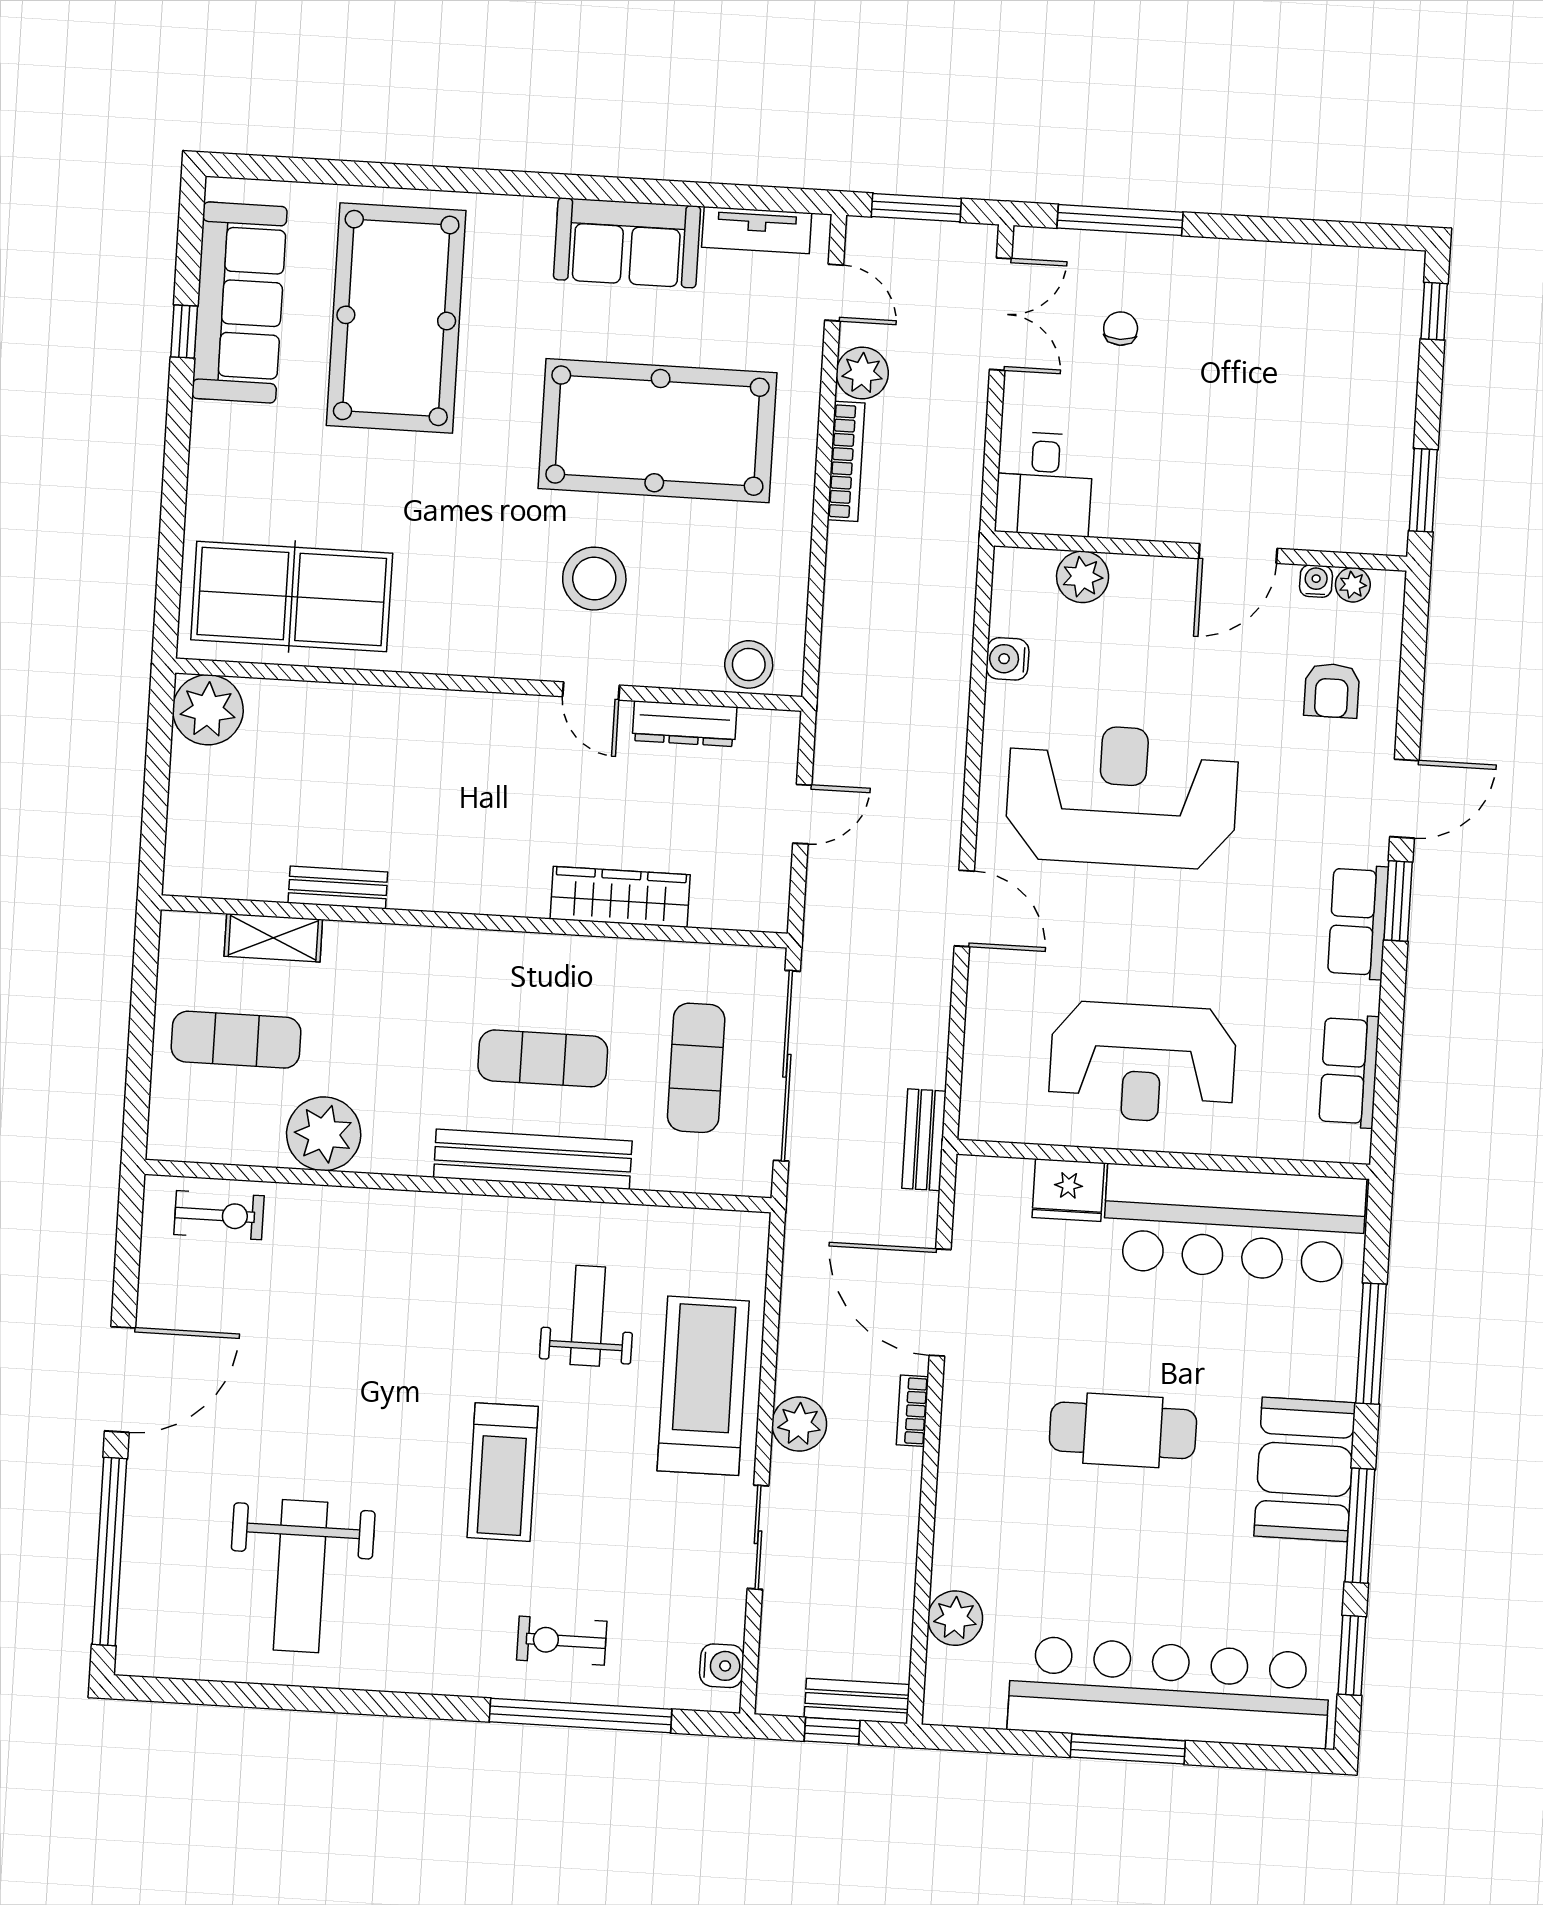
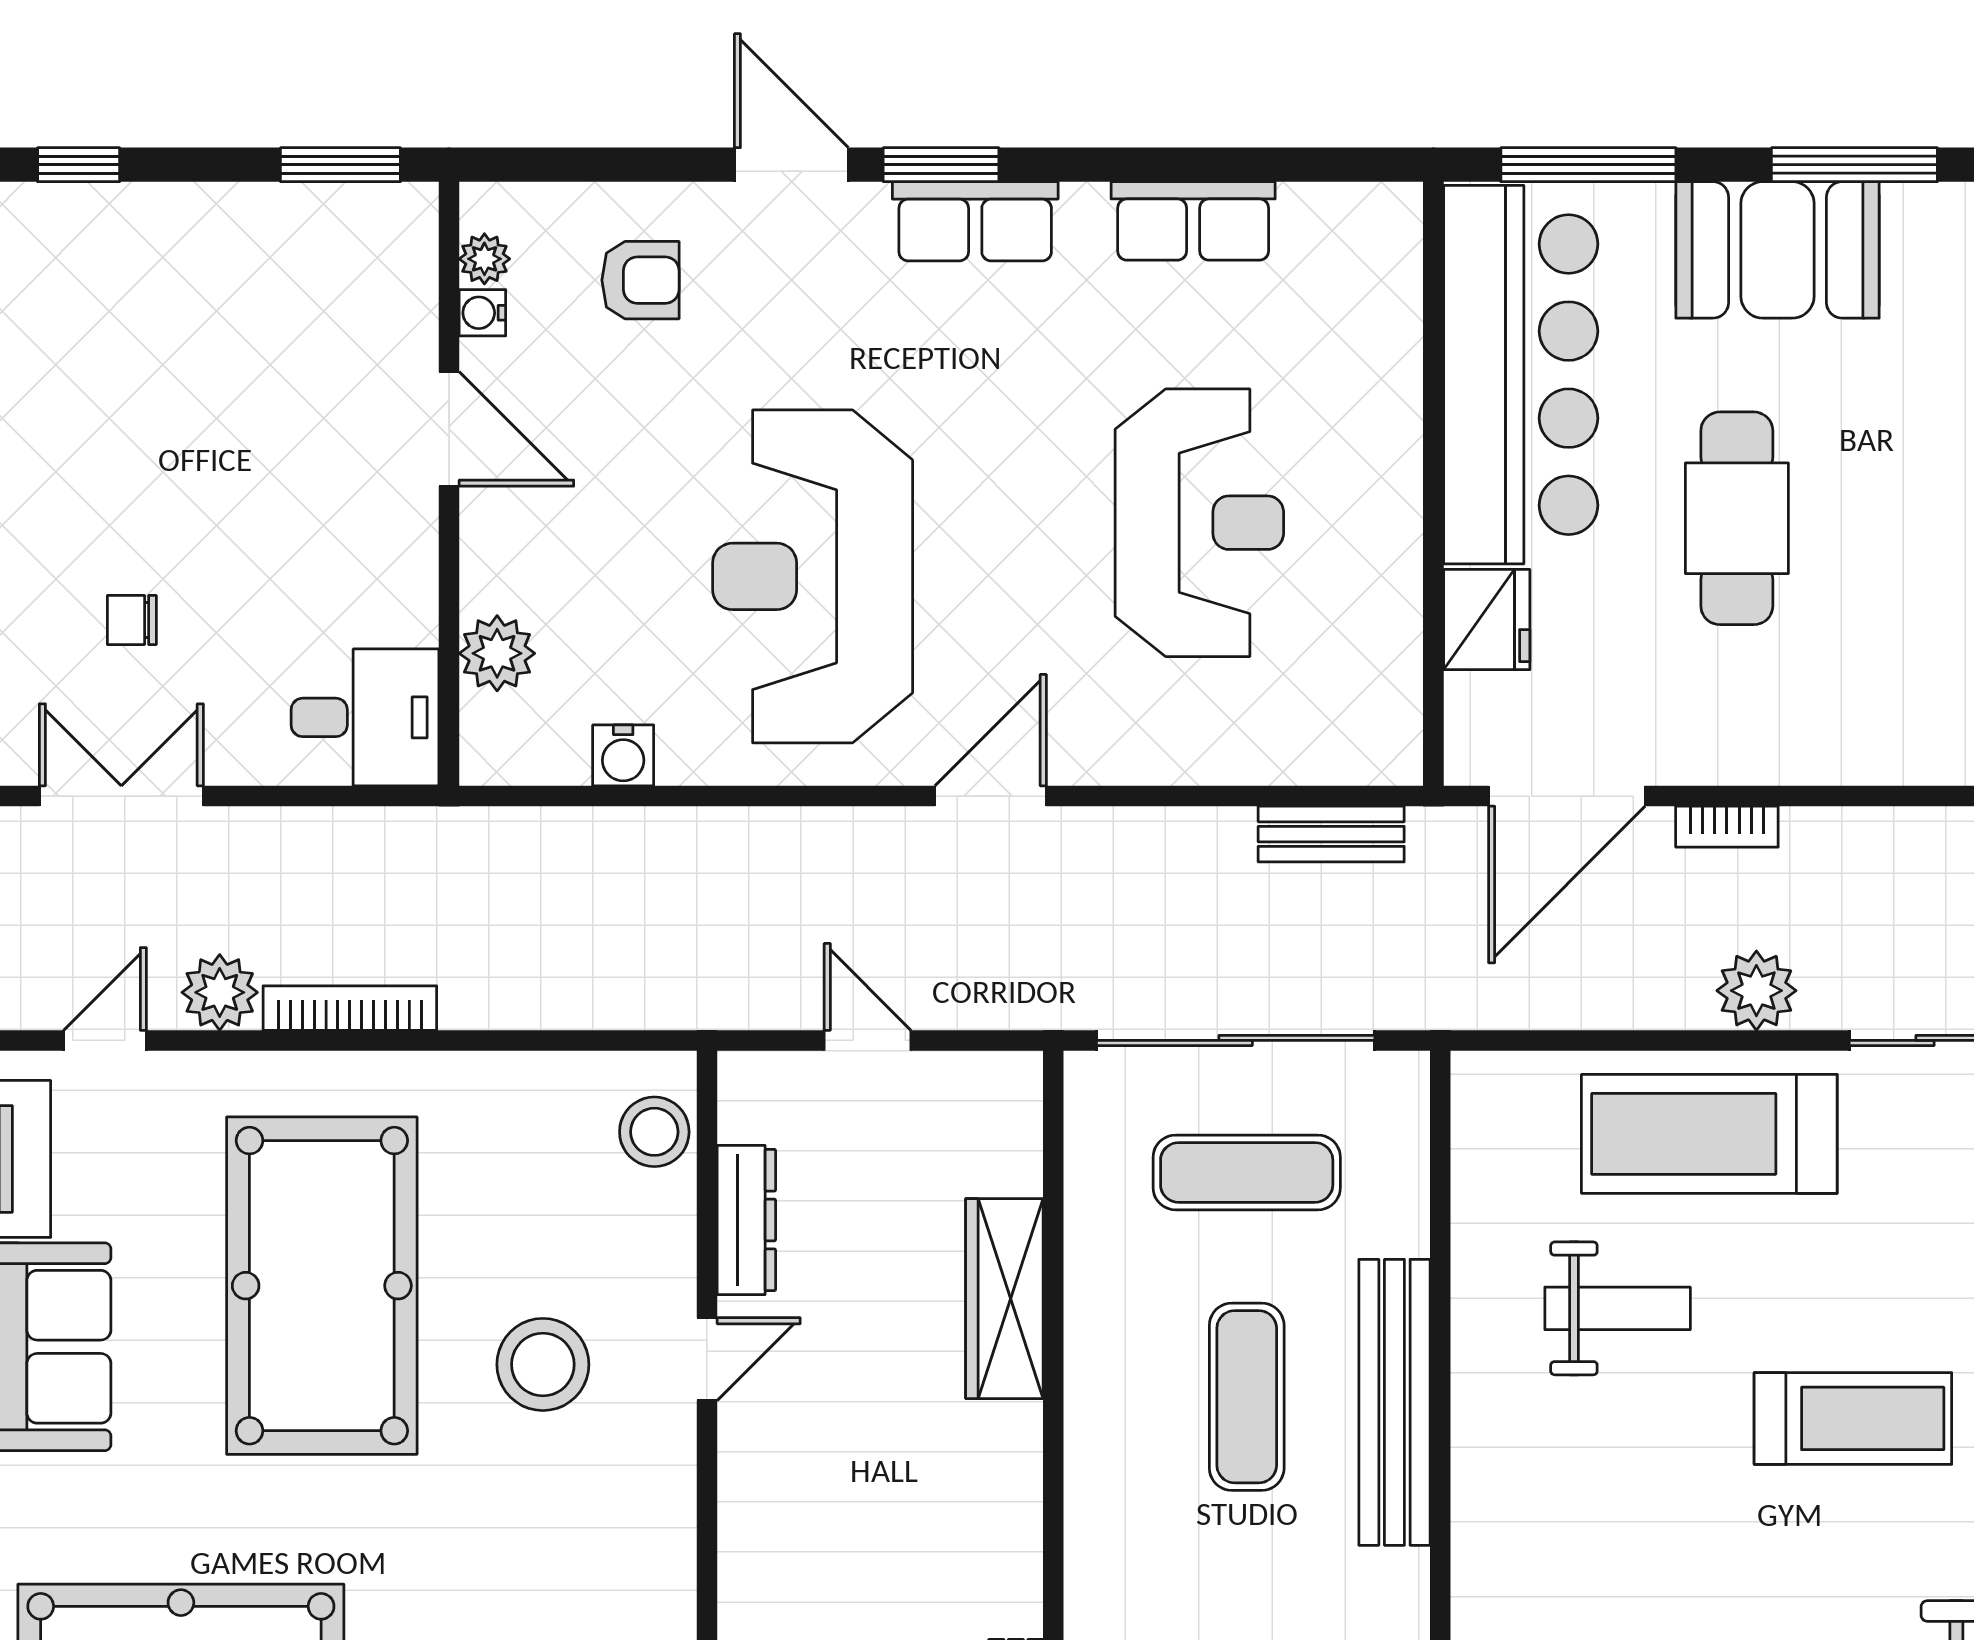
wall: (1163, 1159) -> (1433, 484), moved
fridge: (1068, 1190) -> (1487, 620), moved
bar counter: (1234, 1224) -> (1521, 375), moved
weight bench: (588, 1316) -> (1618, 1308), turned 180

